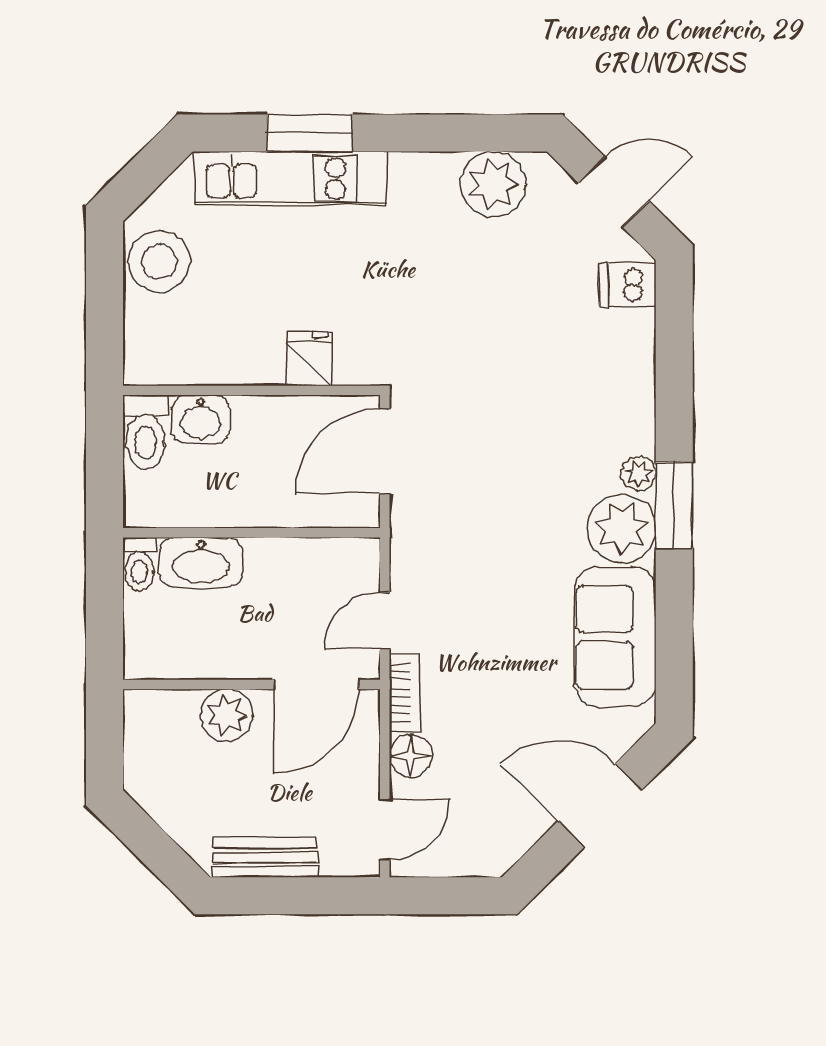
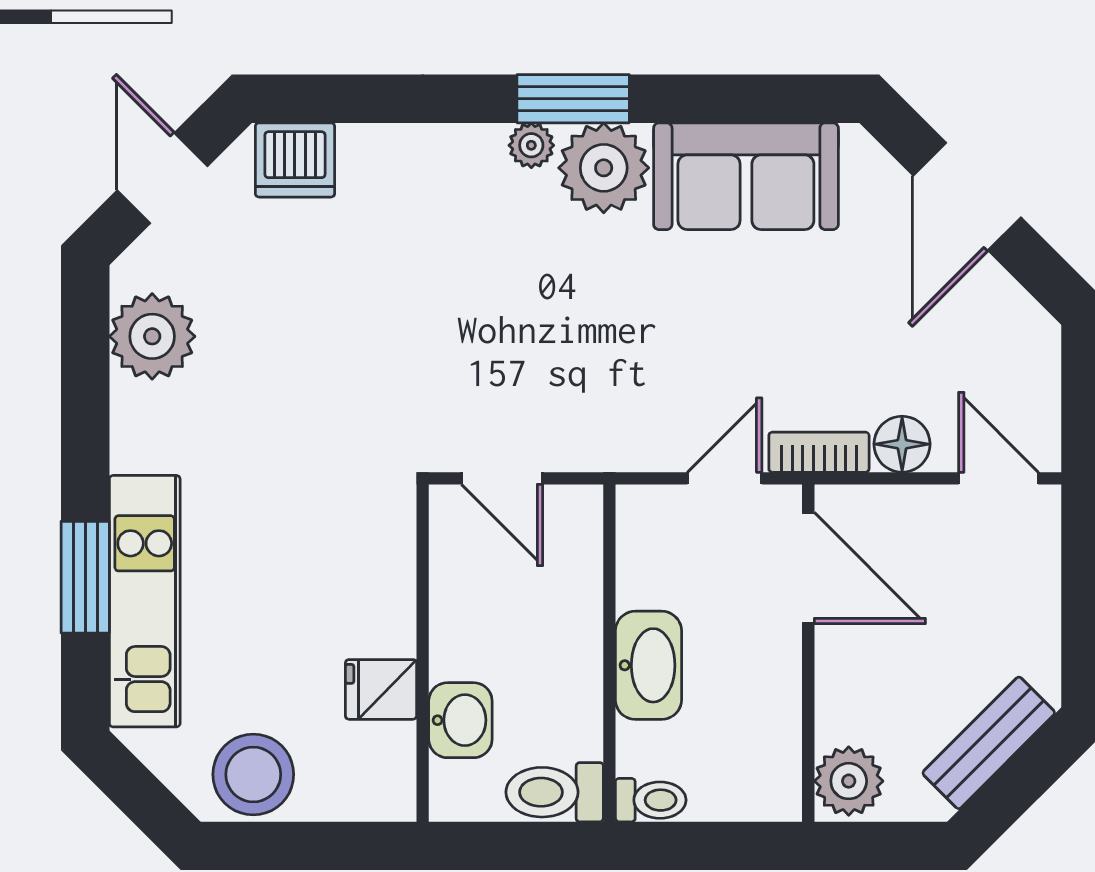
dishwasher: (628, 285) -> (295, 160), width x1.38
fridge: (309, 359) -> (381, 689), moved
toilet: (145, 432) -> (555, 792), moved, turned 180
door: (385, 451) -> (502, 478), width x0.73
washbasin: (201, 563) -> (648, 665), moved
door: (385, 621) -> (725, 478), swing flipped
plant: (226, 715) -> (849, 781), moved
bench: (265, 857) -> (989, 743), moved, turned 45

